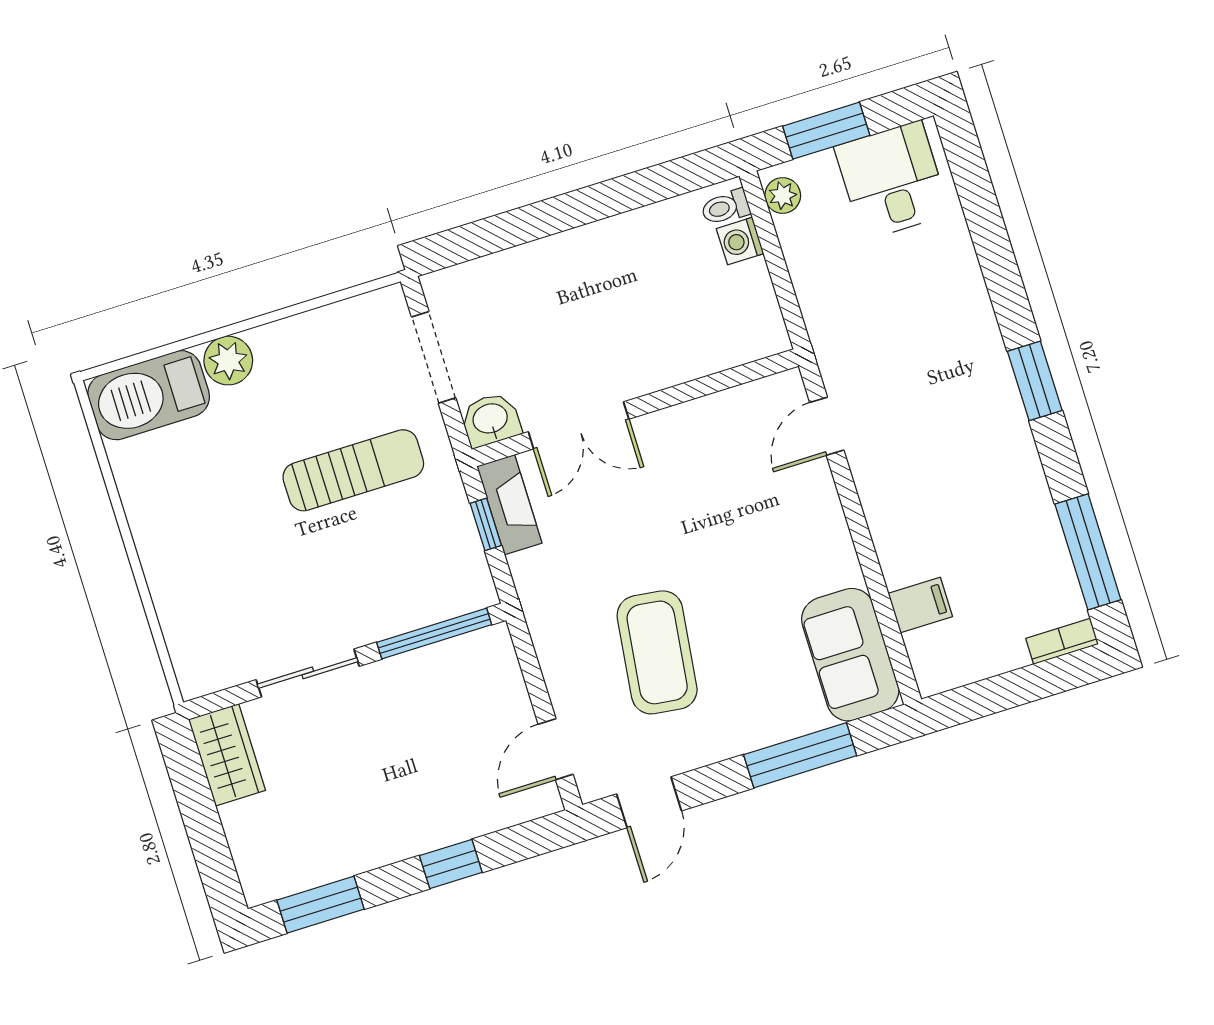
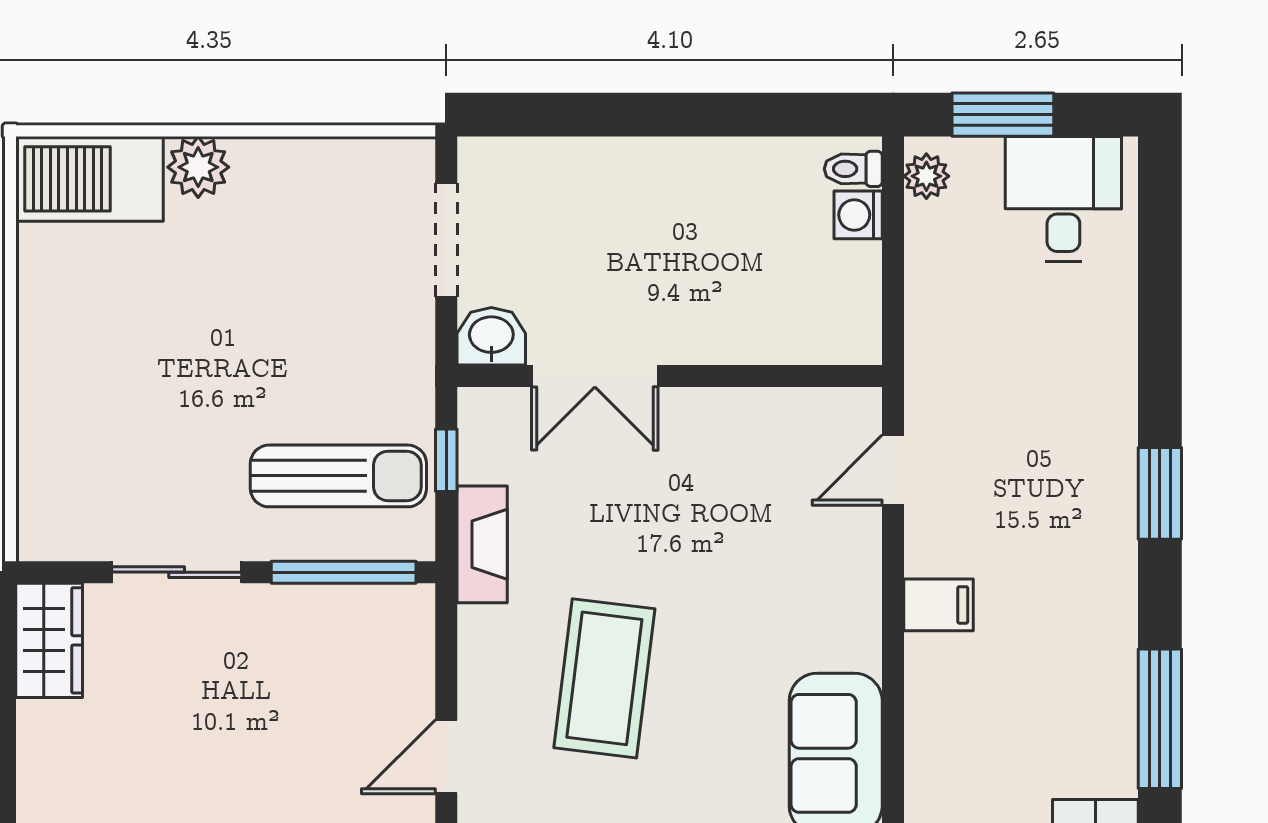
sun lounger: (353, 470) -> (338, 476), moved
fireplace: (509, 505) -> (482, 544), moved
filing cabinet: (920, 605) -> (939, 605), moved

